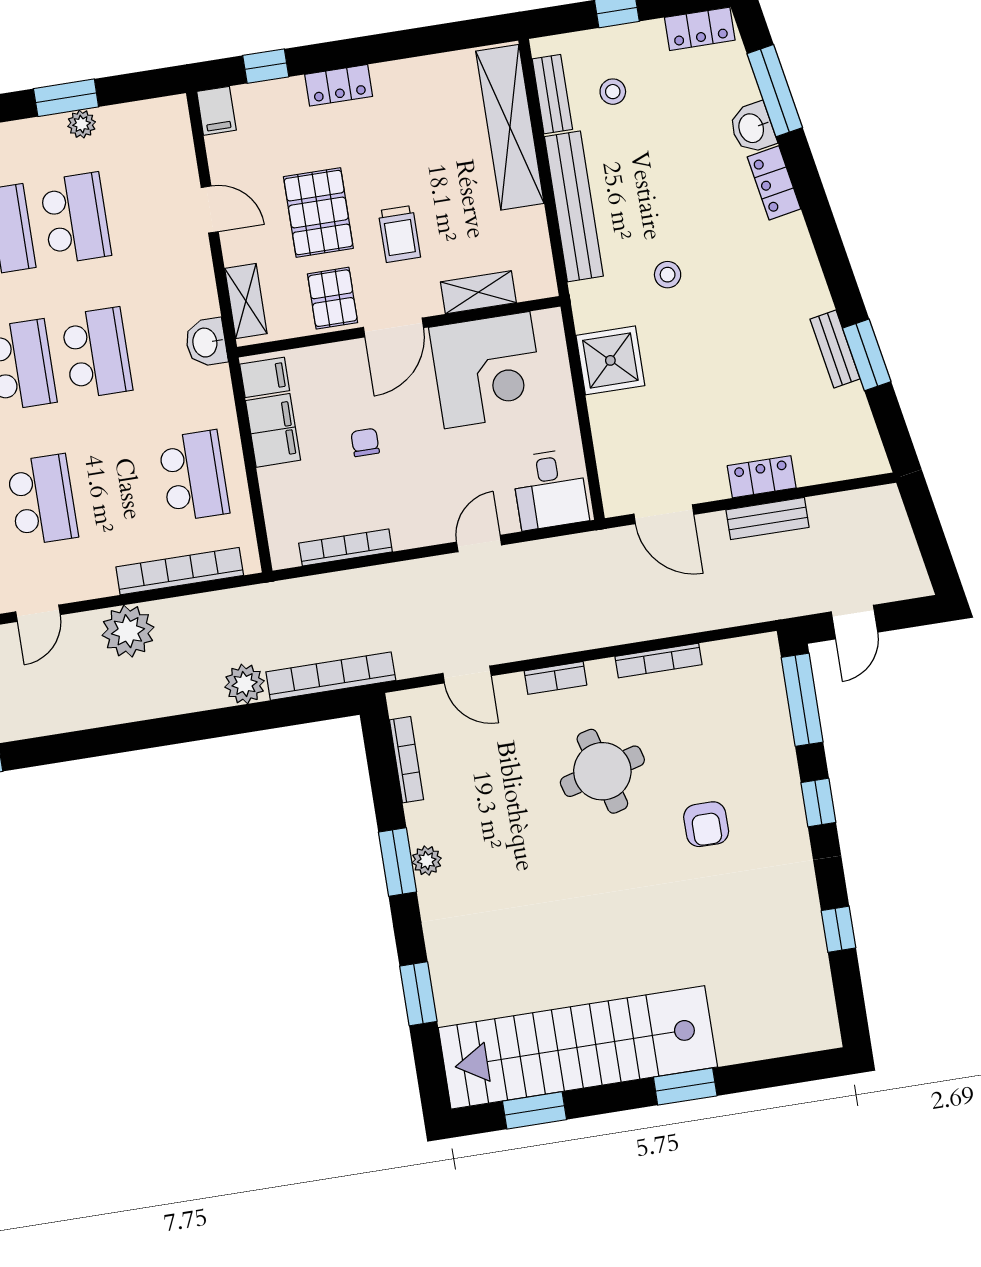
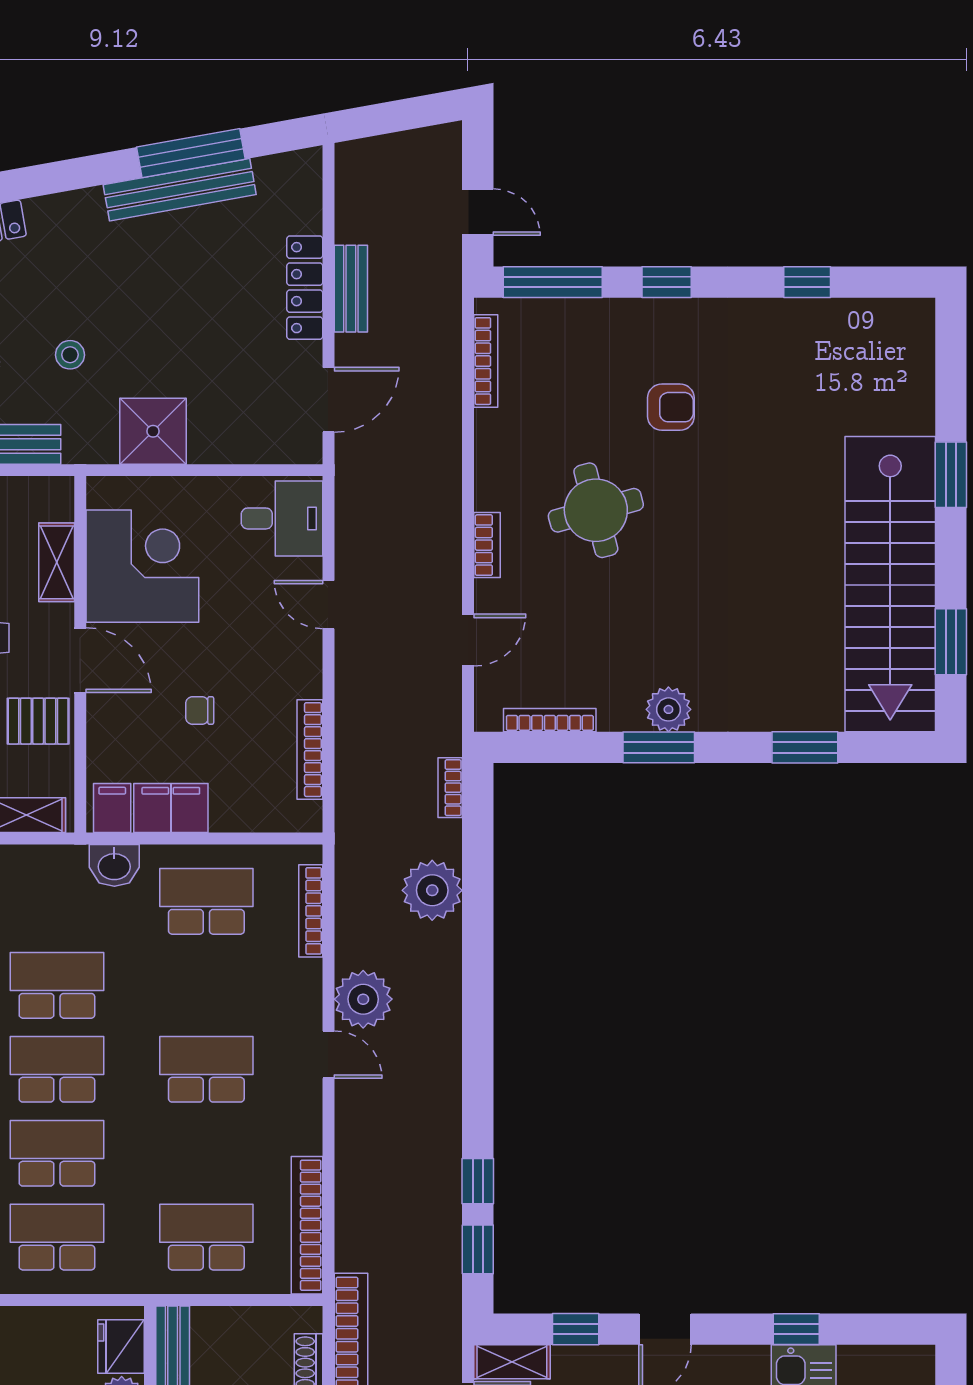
washbasin: (206, 342) -> (114, 865), moved
bench: (835, 349) -> (180, 190), width x1.86, depth x1.21
window: (867, 355) -> (191, 153), width x1.44
locker: (762, 477) -> (305, 288), width x1.53
bookcase: (180, 571) -> (311, 911), width x0.68, depth x0.76
door: (38, 613) -> (328, 1055), moved
bookcase: (659, 661) -> (486, 361), moved
bookcase: (331, 676) -> (450, 788), width x0.43, depth x0.76
plant: (245, 684) -> (432, 890), width x1.36, depth x1.36
plant: (427, 861) -> (668, 709), width x1.38, depth x1.38

